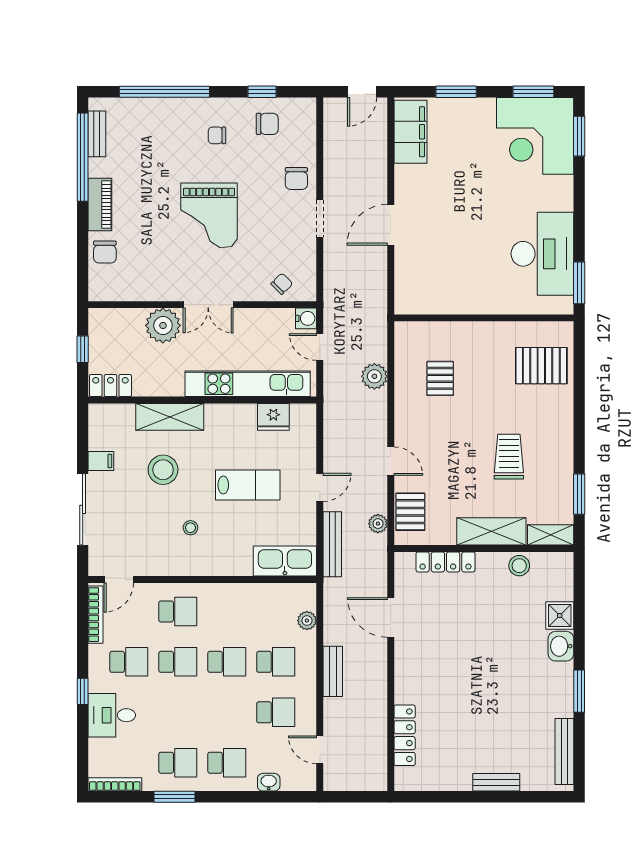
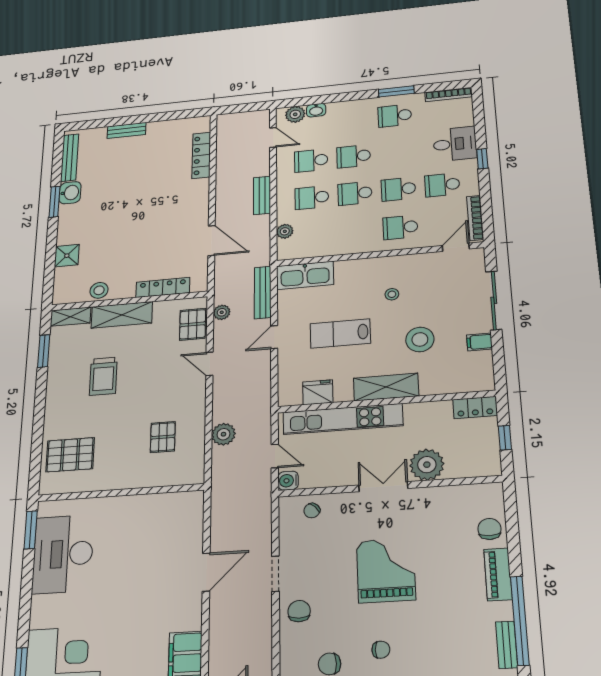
shelving: (170, 417) -> (386, 387), moved
washbasin: (561, 646) -> (70, 193), moved
school desk: (227, 763) -> (354, 156), moved
plant: (293, 779) -> (295, 114), added

